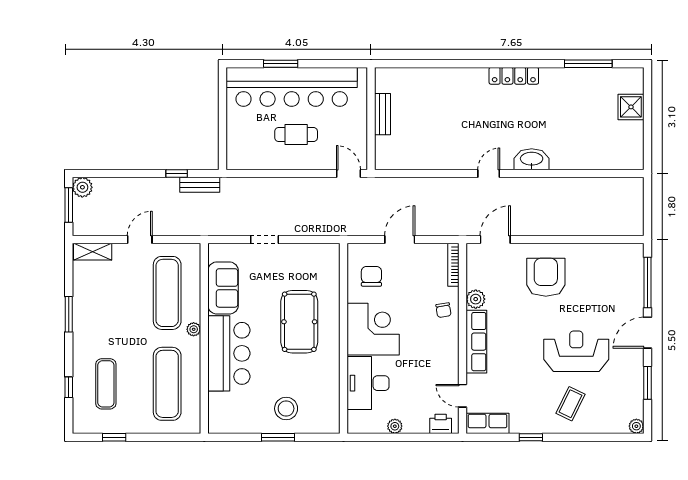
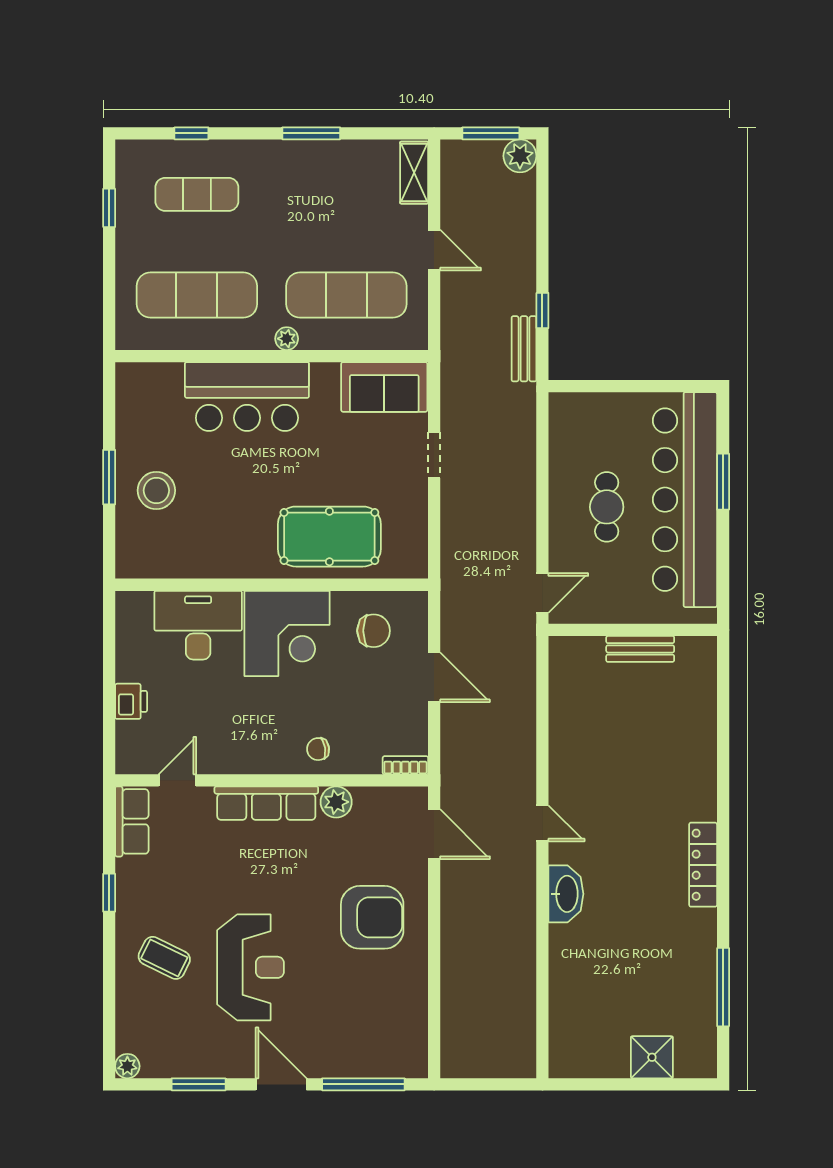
bookcase: (453, 265) -> (405, 765), width x0.64
sofa: (223, 288) -> (384, 387), moved
pool table: (299, 322) -> (329, 537), moved
printer: (441, 424) -> (131, 701), moved
plant: (395, 426) -> (127, 669), removed

